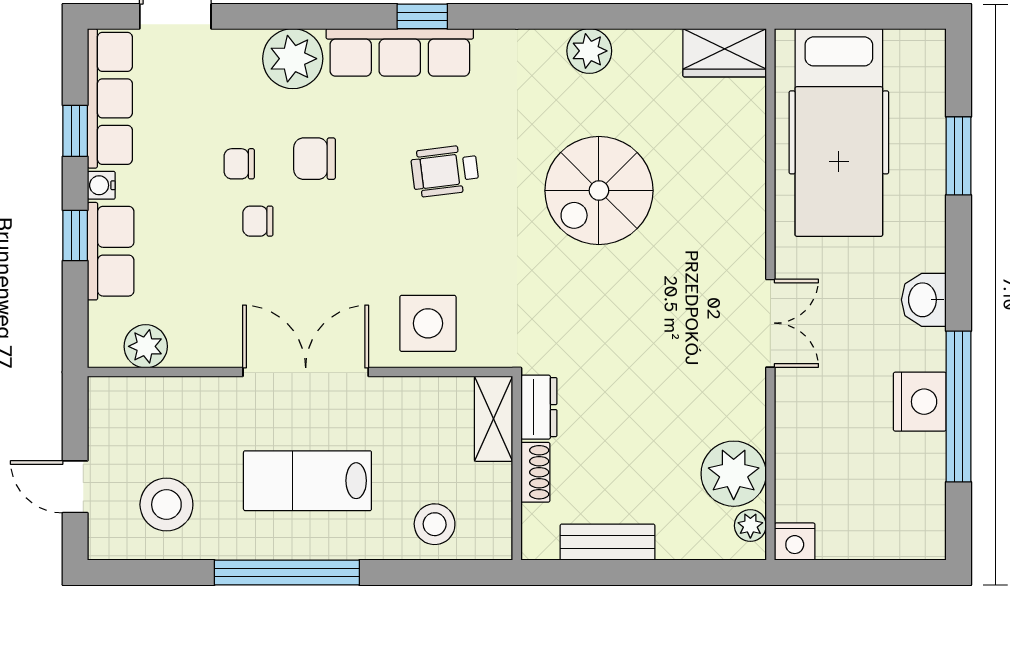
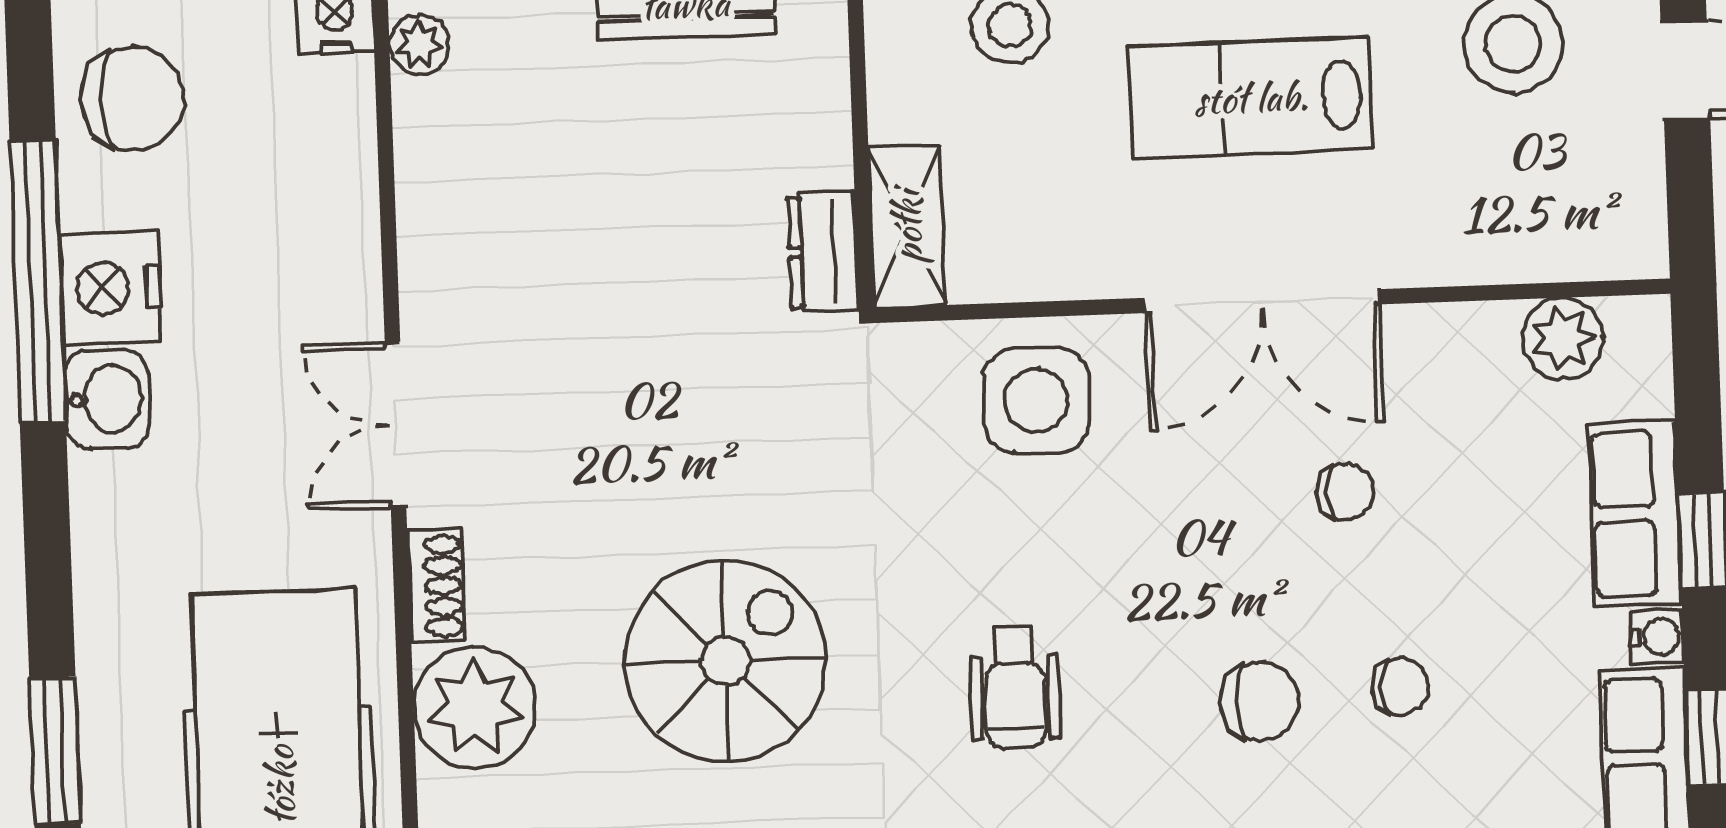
wheelchair: (445, 171) -> (1015, 687), turned 97
chair: (258, 221) -> (1345, 492), moved
washbasin: (924, 300) -> (107, 399), moved
shoe rack: (535, 472) -> (436, 586), moved, turned 180
plant: (734, 474) -> (475, 708), moved
lab bench: (307, 481) -> (1251, 98), turned 180
chair: (904, 502) -> (133, 98), added

